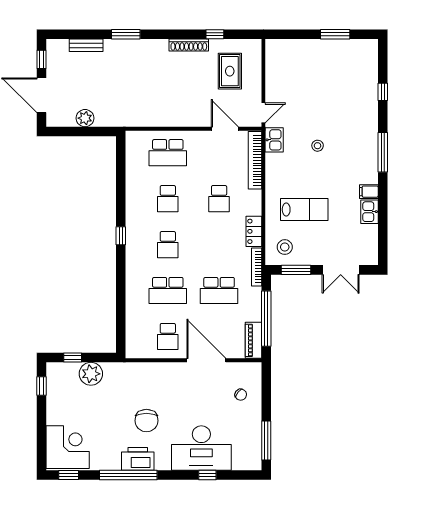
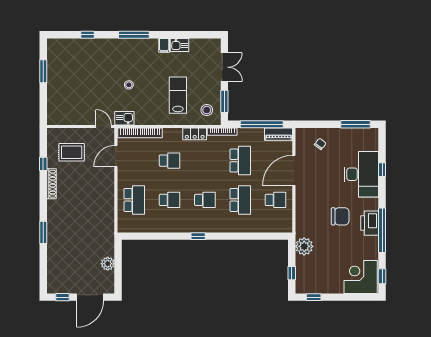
bench: (86, 45) -> (52, 263), removed
plant: (91, 374) -> (304, 246), moved

